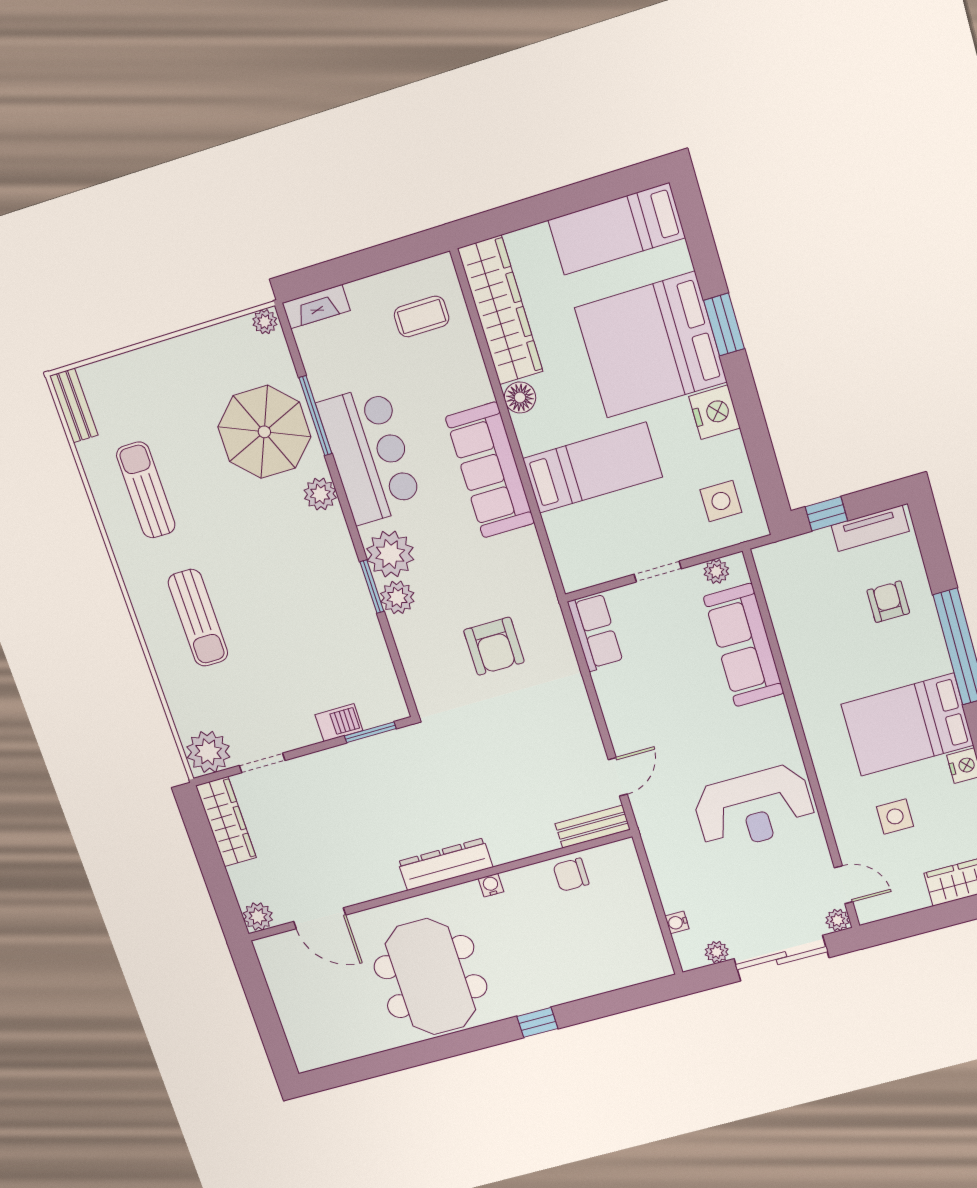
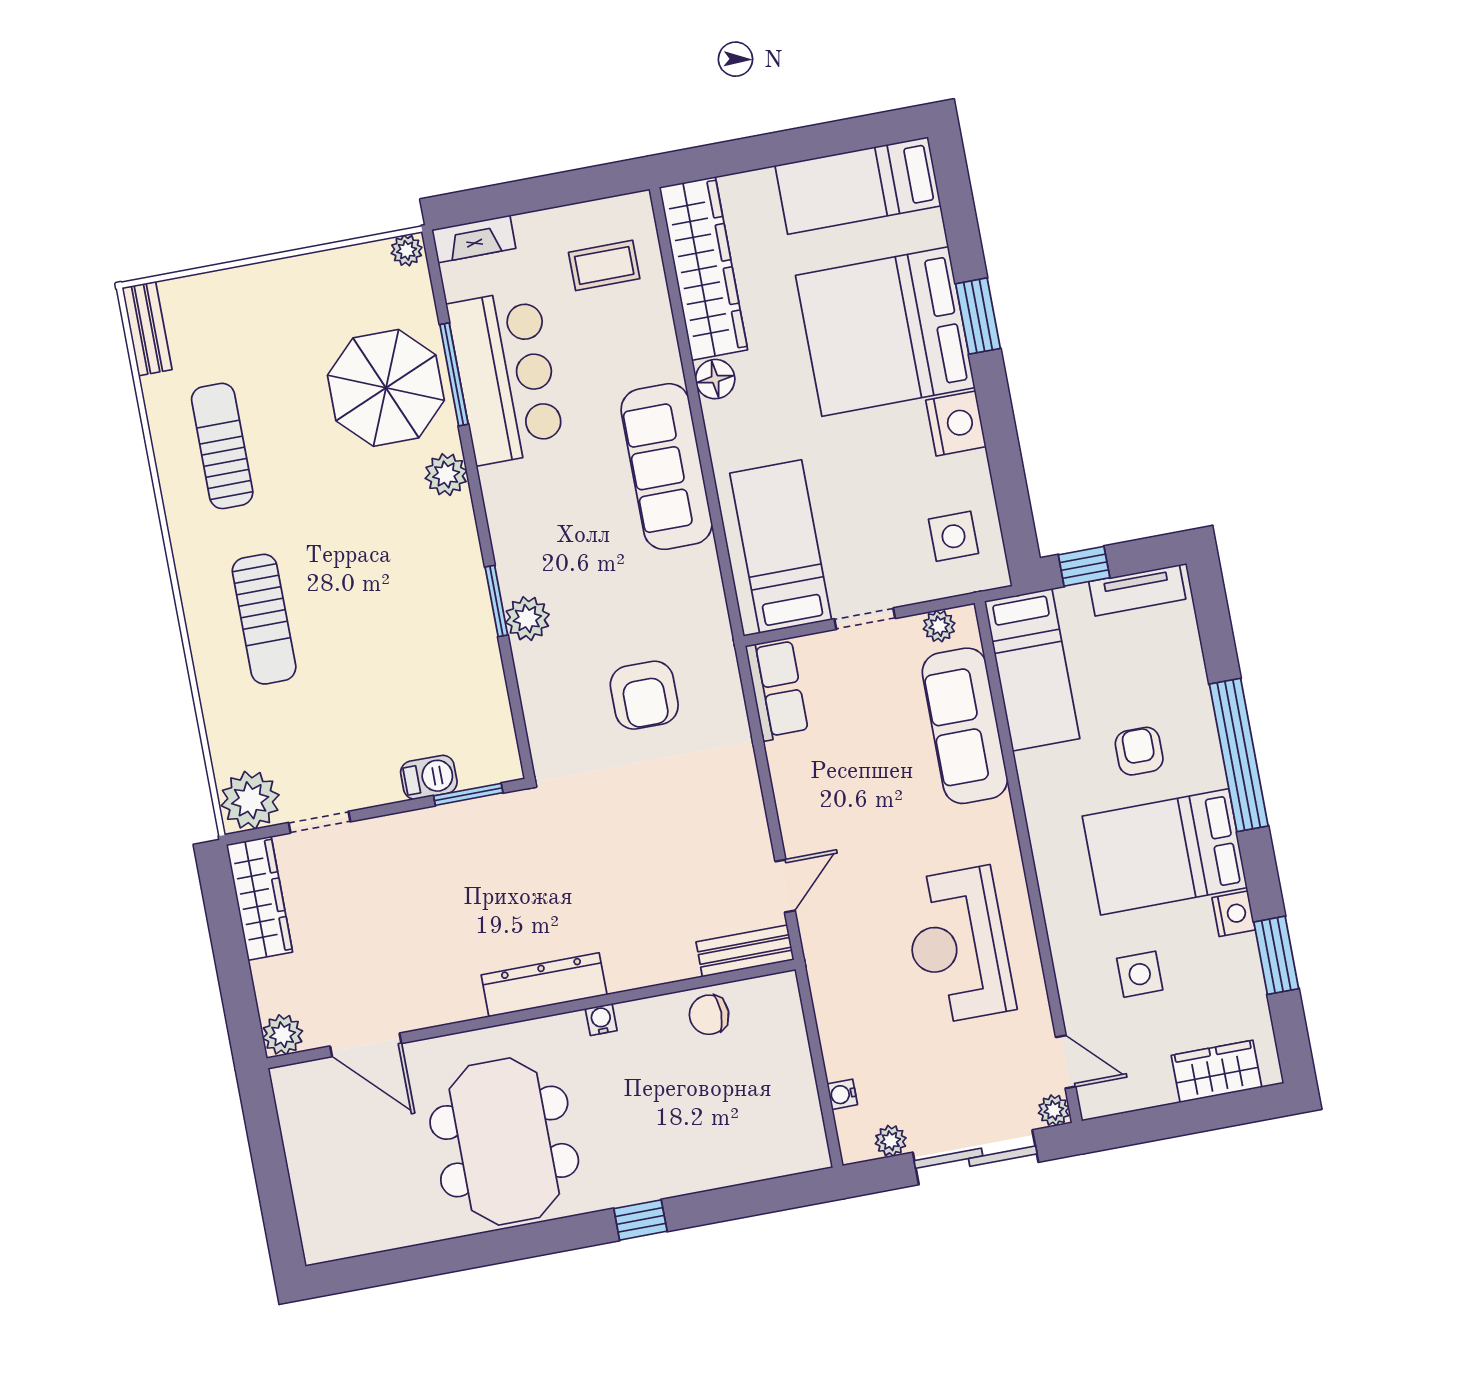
bar counter: (370, 455) -> (506, 377), moved
bed: (593, 468) -> (781, 547), moved, turned -90
plant: (390, 554) -> (525, 561), removed
bed: (792, 598) -> (1032, 670), added
armchair: (888, 602) -> (1139, 751), moved
reception desk: (754, 808) -> (958, 945), turned 90

